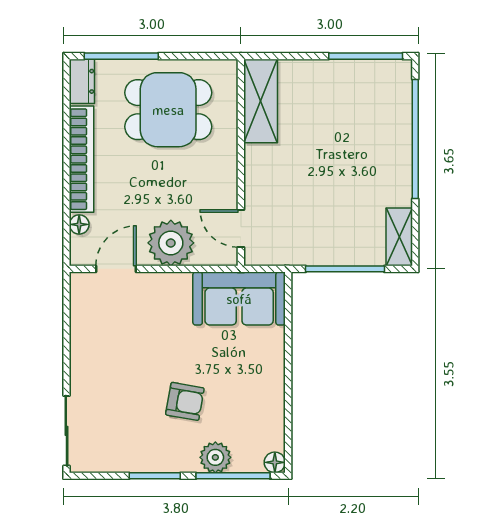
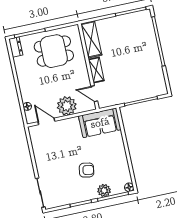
bookcase: (82, 159) -> (22, 79), removed
shelving: (399, 237) -> (96, 70), moved
door: (116, 269) -> (46, 121), hinge flipped

